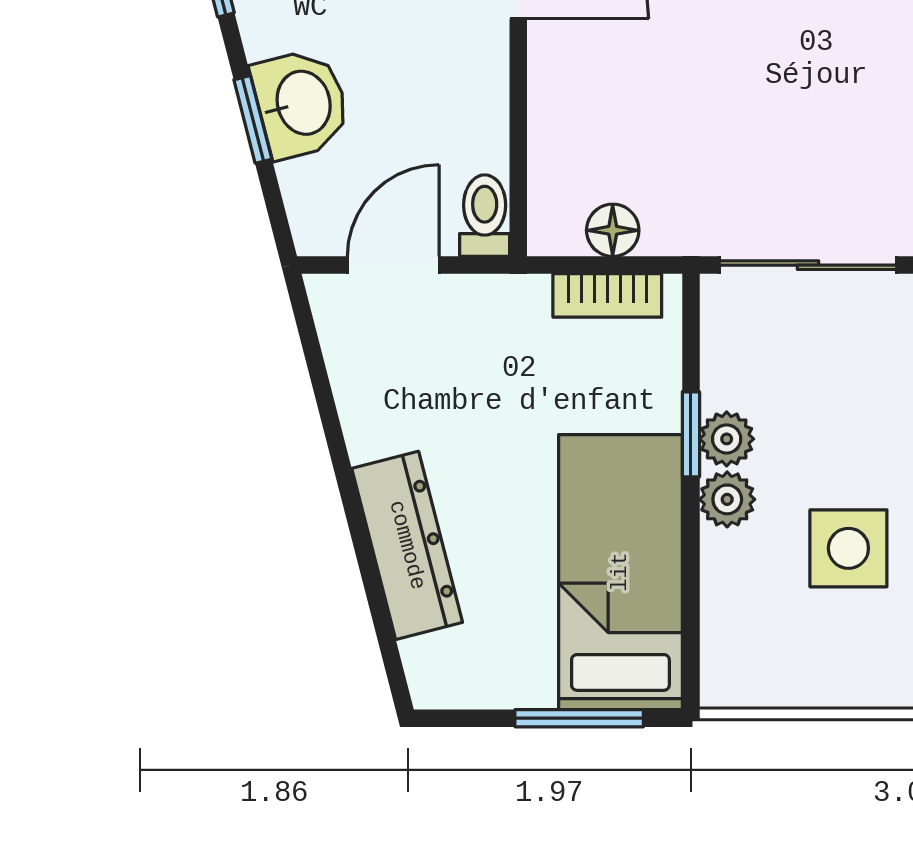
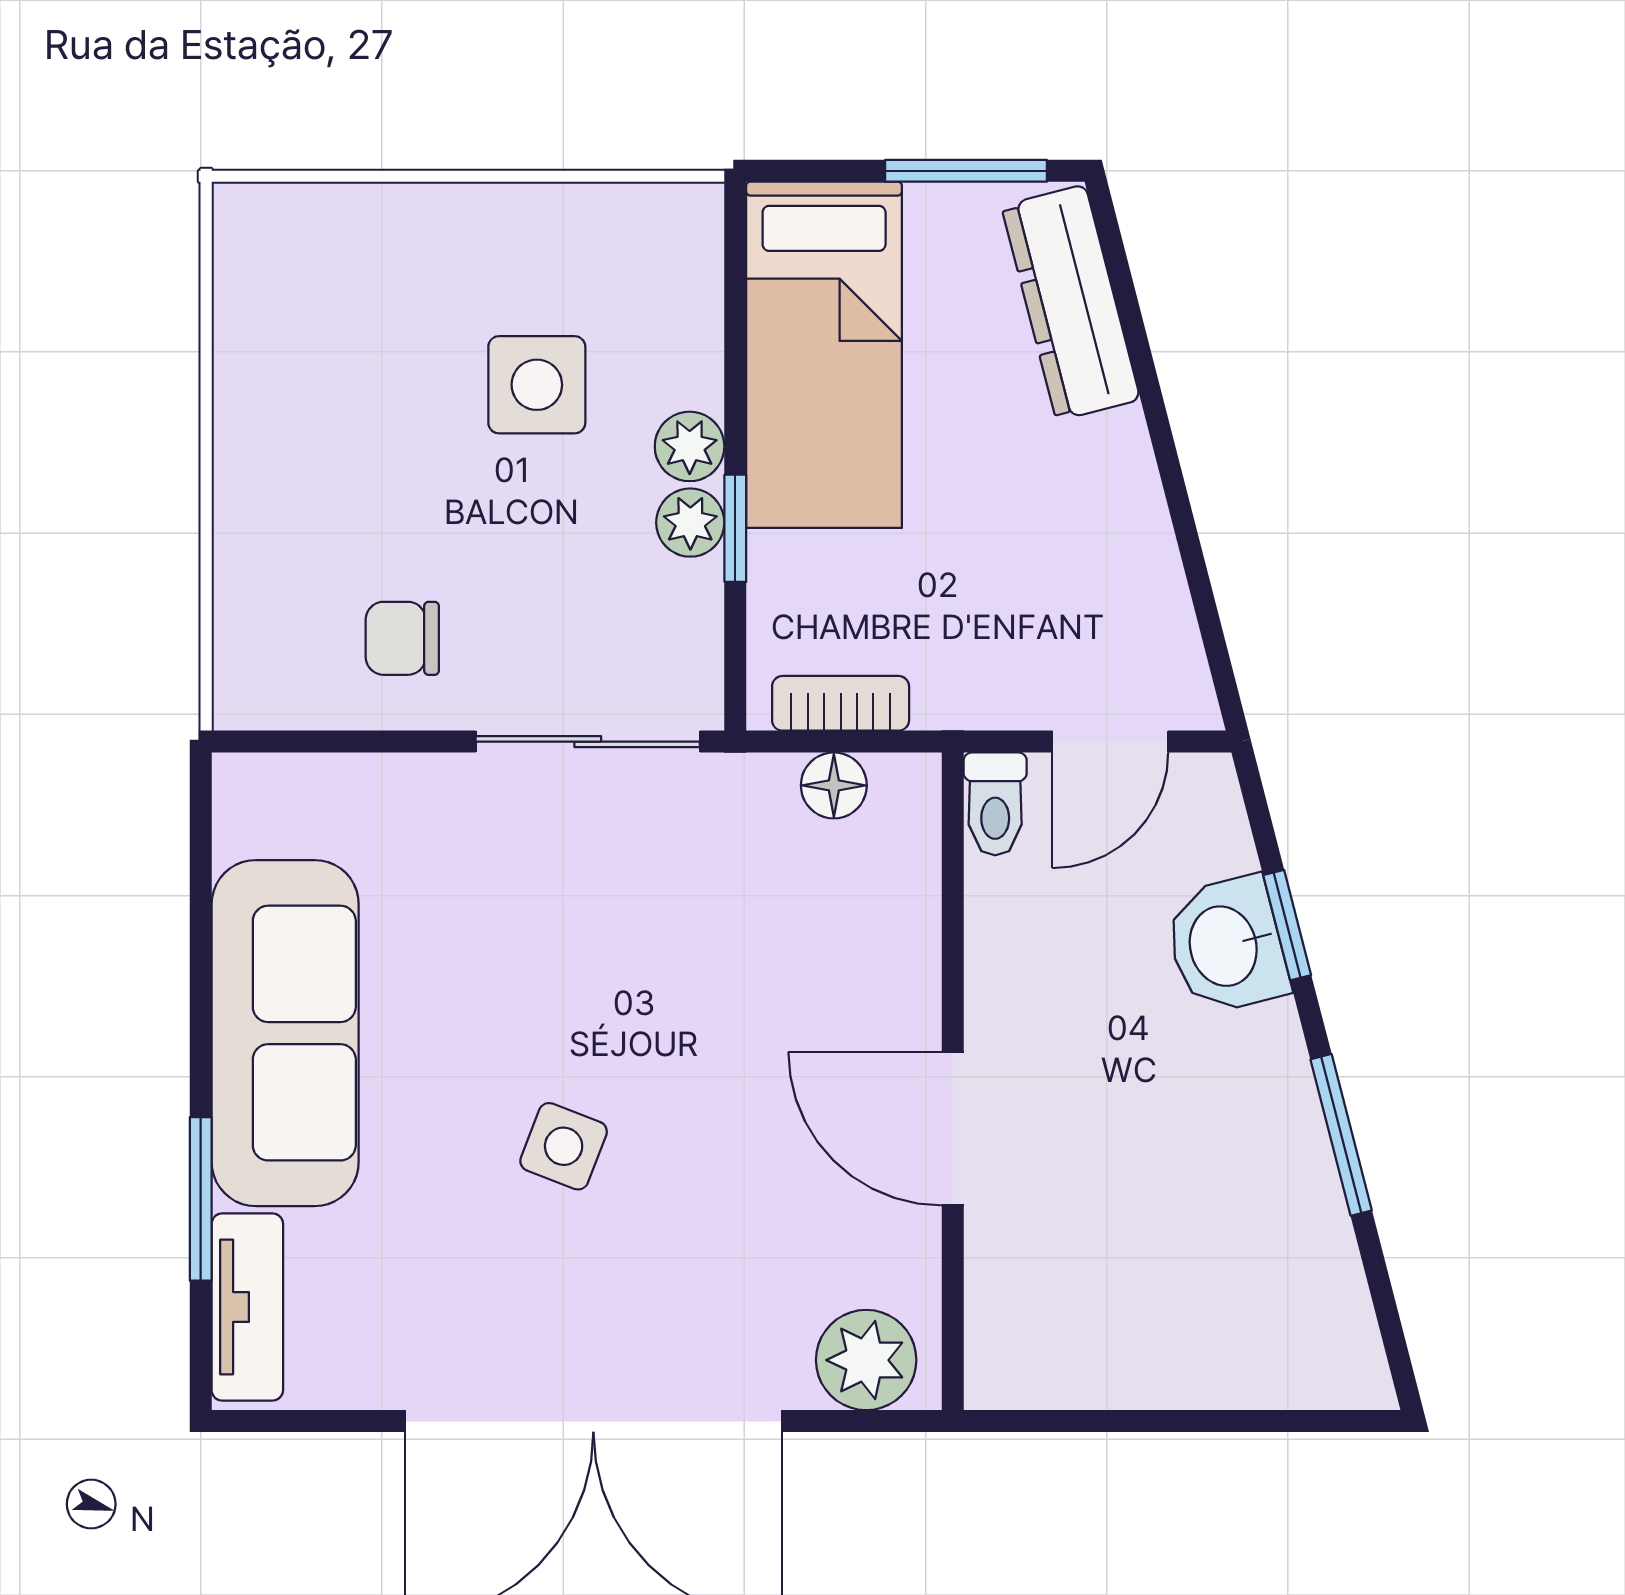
dresser: (407, 545) -> (1071, 303), moved
window: (579, 718) -> (966, 171), moved

